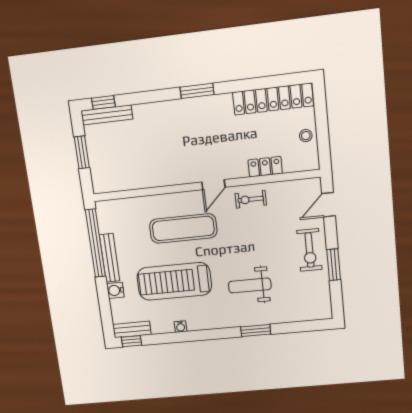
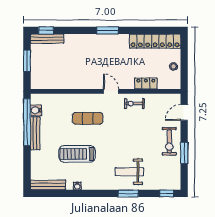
door: (213, 185) -> (111, 91), swing flipped
exercise mat: (183, 228) -> (88, 118), width x0.73, depth x0.69
treadmill: (174, 281) -> (77, 154), width x0.73, depth x0.73
weight bench: (250, 285) -> (129, 172), moved
water cooler: (115, 290) -> (36, 110), moved
bench: (132, 329) -> (48, 185), width x1.36
window: (131, 341) -> (167, 193), moved

